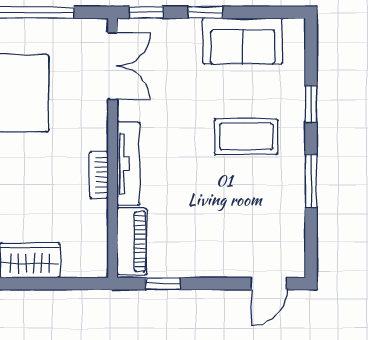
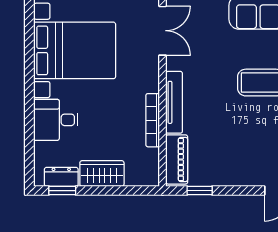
bookcase: (99, 175) -> (153, 120), width x1.56

